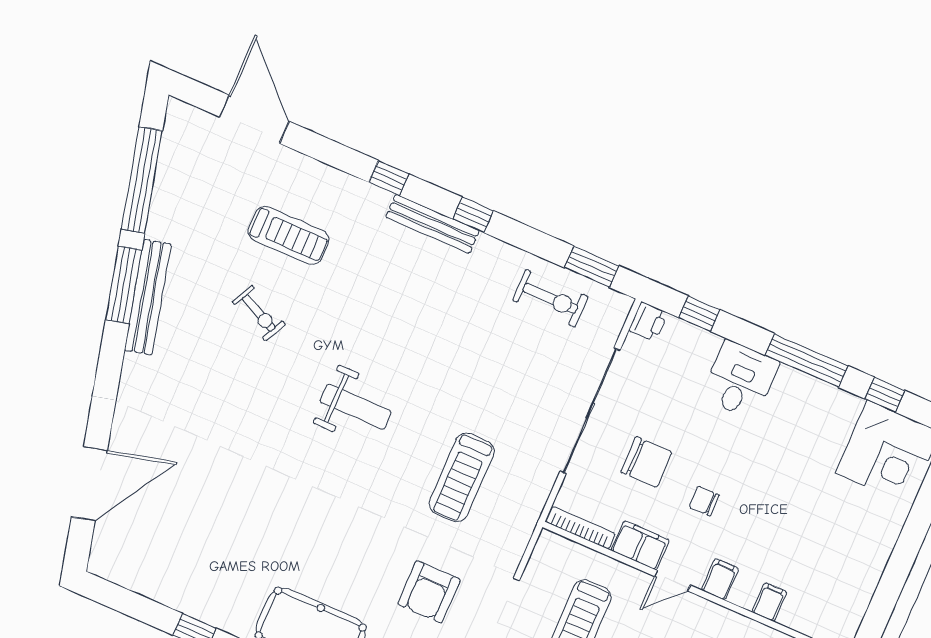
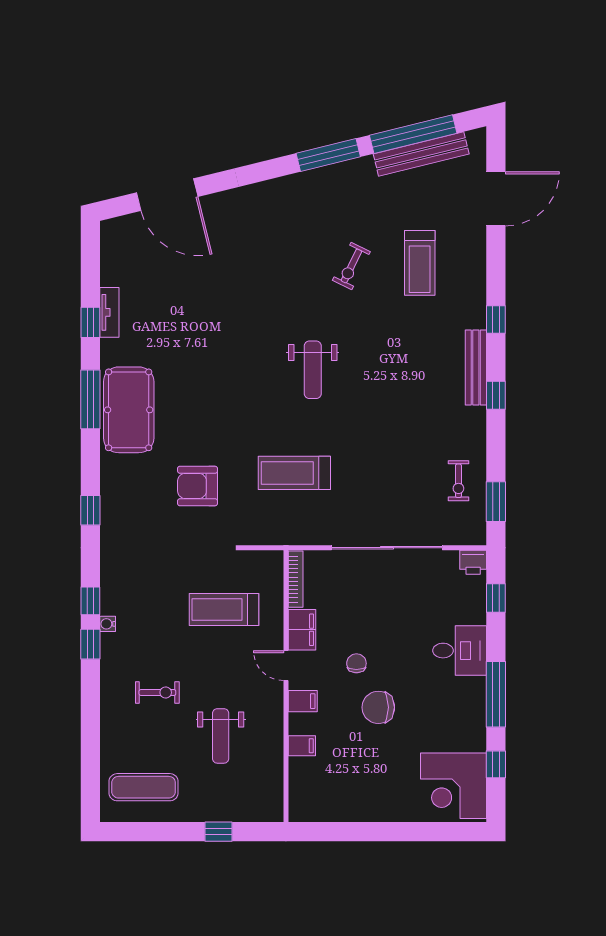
bench: (148, 297) -> (421, 154), moved
exercise bike: (550, 298) -> (458, 481), width x0.73, depth x0.72
chair: (646, 462) -> (378, 707), moved, turned 90
tv unit: (193, 605) -> (109, 312), added

